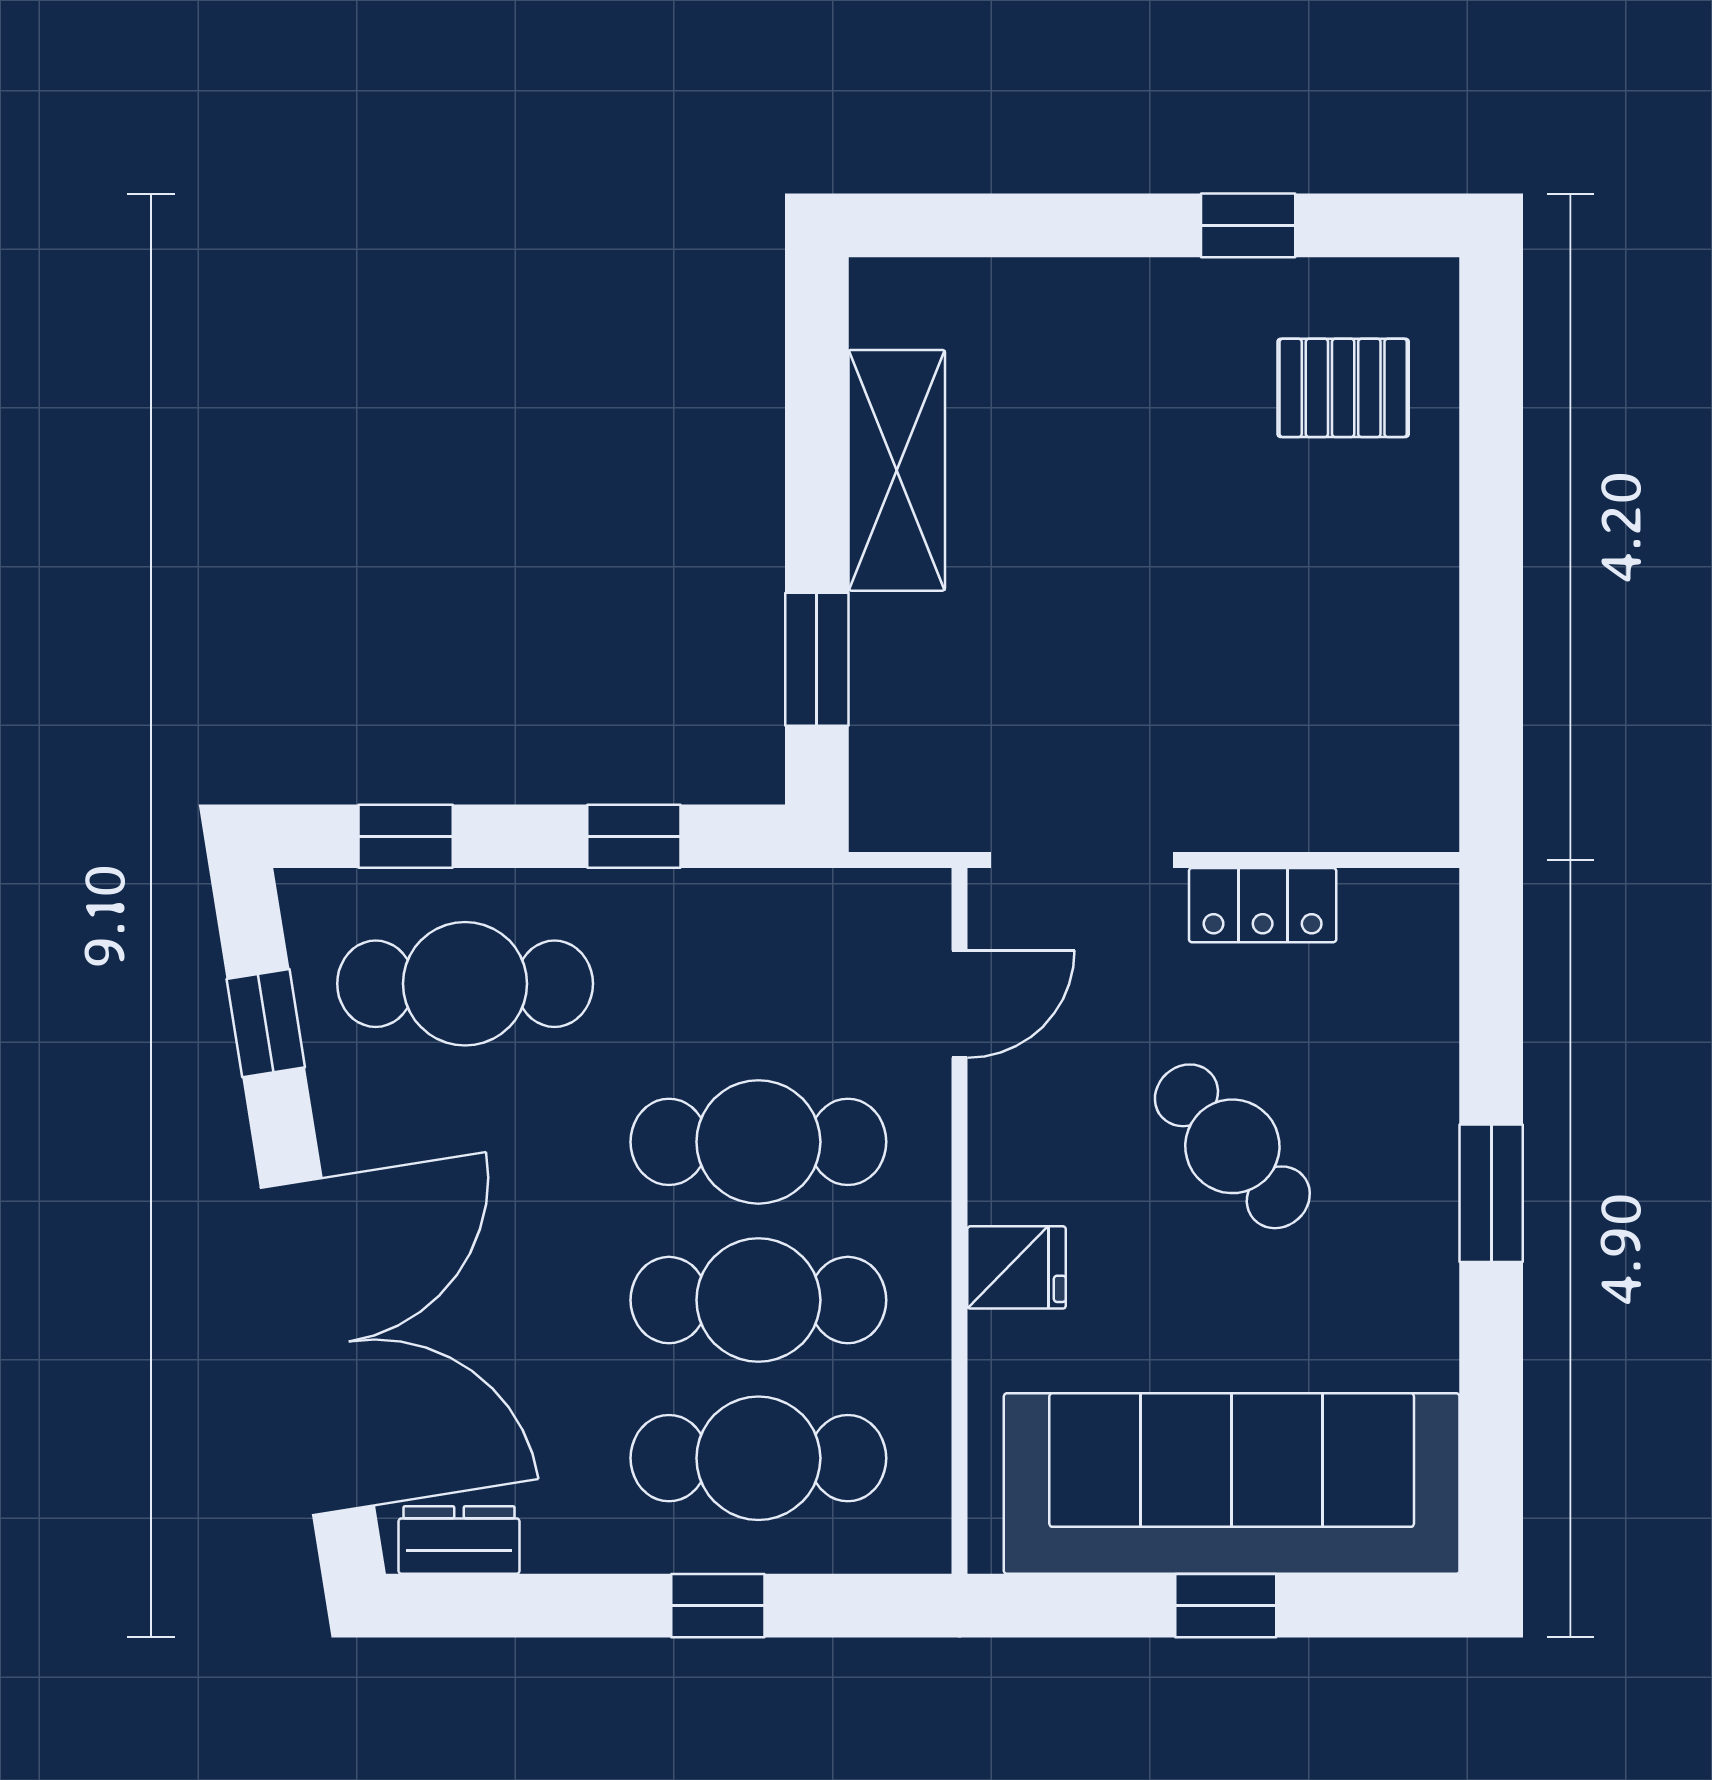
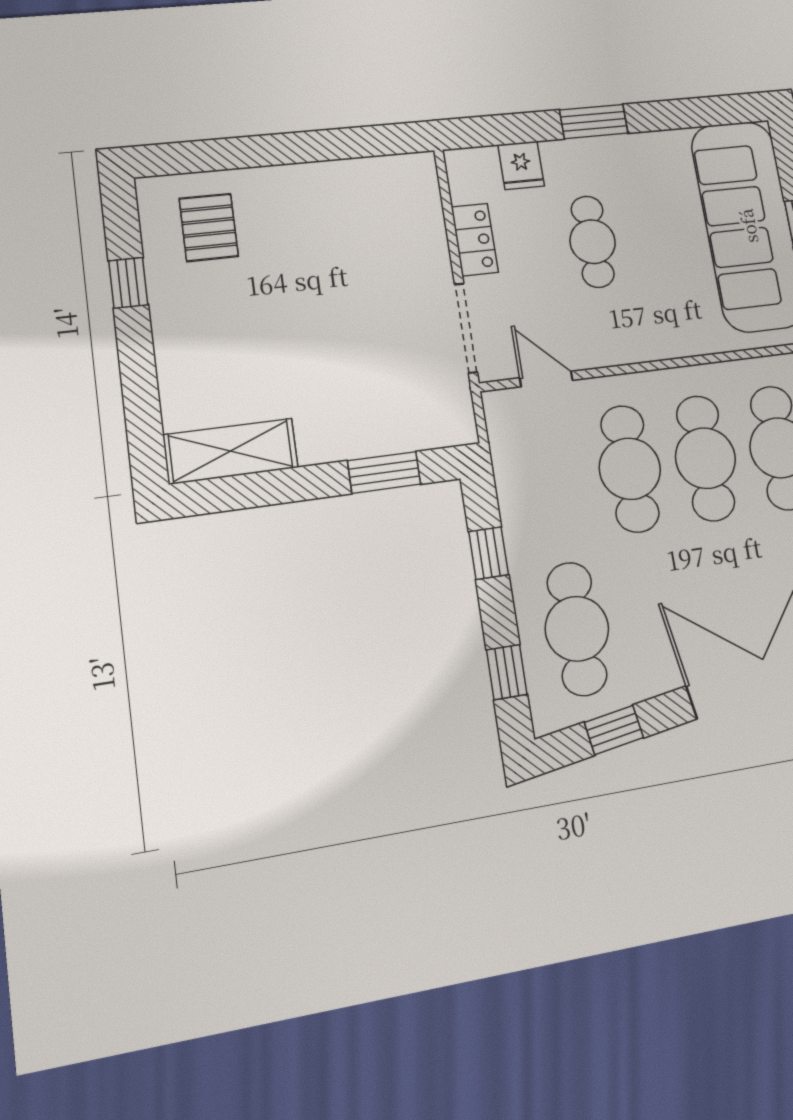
shelving: (897, 470) -> (231, 451), moved
cafe table: (1232, 1146) -> (593, 242), turned -48
fridge: (1017, 1267) -> (521, 165), moved, turned 180

